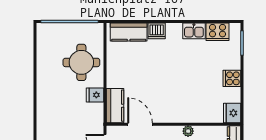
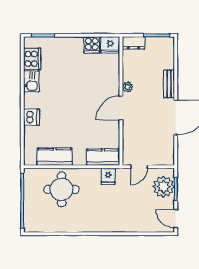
kitchen counter: (129, 32) -> (55, 157), moved, turned -90
cooker: (232, 78) -> (92, 45), moved
fridge: (95, 95) -> (108, 176), moved
door: (140, 124) -> (121, 108), moved

